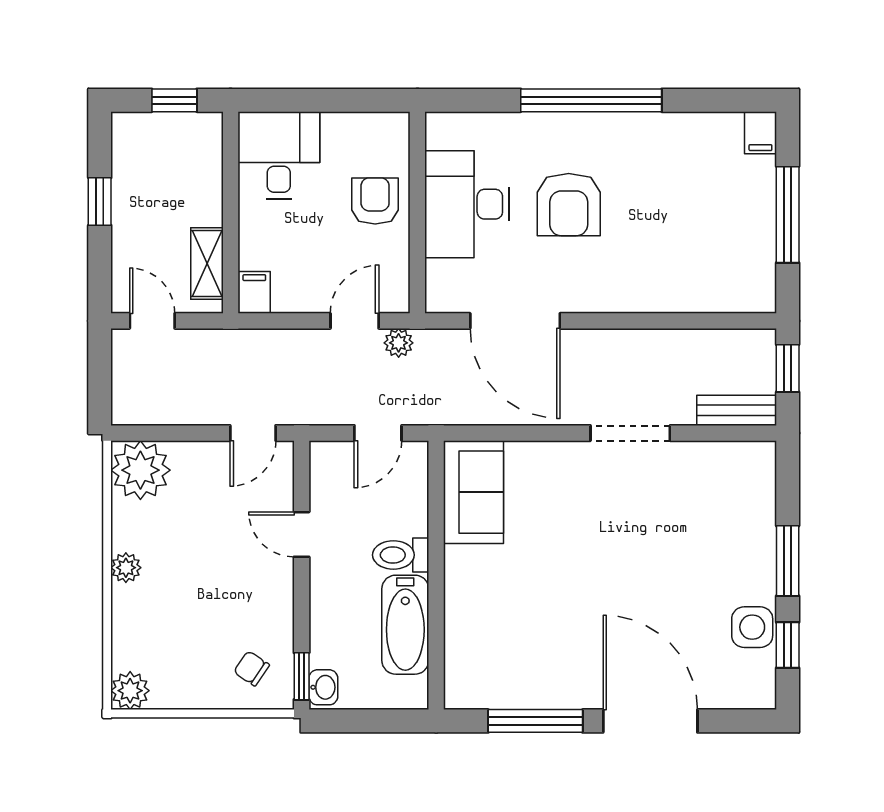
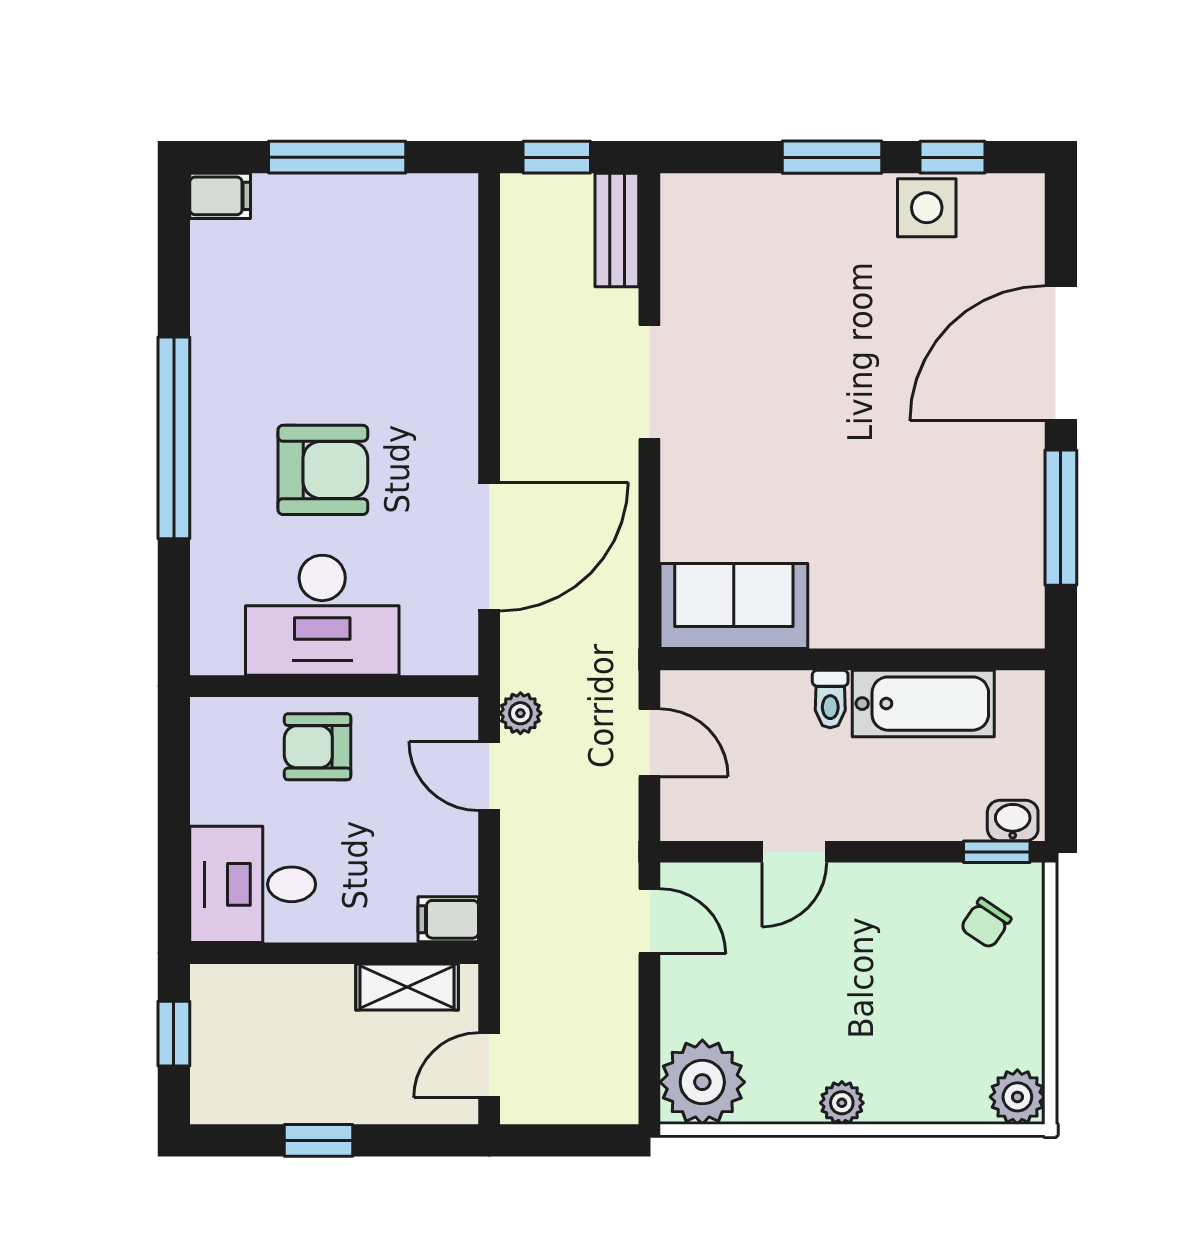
toilet: (401, 555) -> (830, 699), width x0.73, depth x0.72

